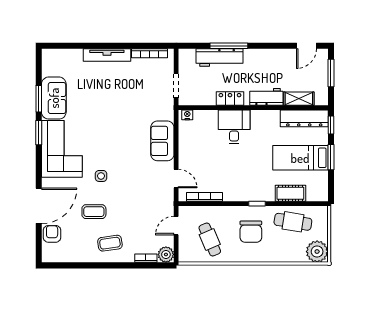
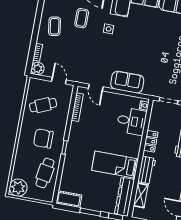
desk: (234, 127) -> (132, 121), moved
bed: (300, 158) -> (115, 165), moved, turned -90
door: (176, 179) -> (96, 87), hinge flipped
cot: (290, 193) -> (69, 199), moved, turned 90

